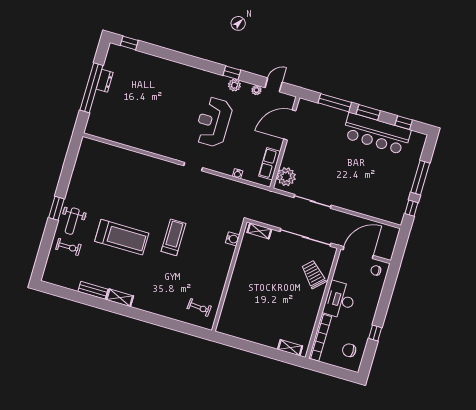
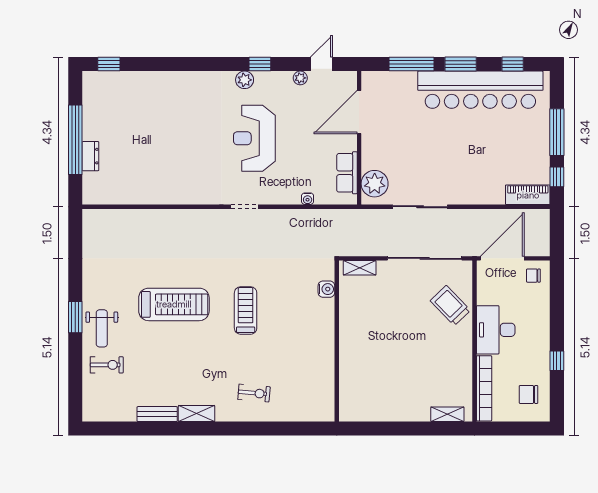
dresser: (105, 81) -> (90, 156), moved
plant: (234, 85) -> (245, 80), moved
bar counter: (377, 134) -> (480, 90), width x1.36
piano: (388, 214) -> (528, 195), added
treadmill: (122, 237) -> (174, 304), moved
exercise bike: (199, 307) -> (254, 393), moved

